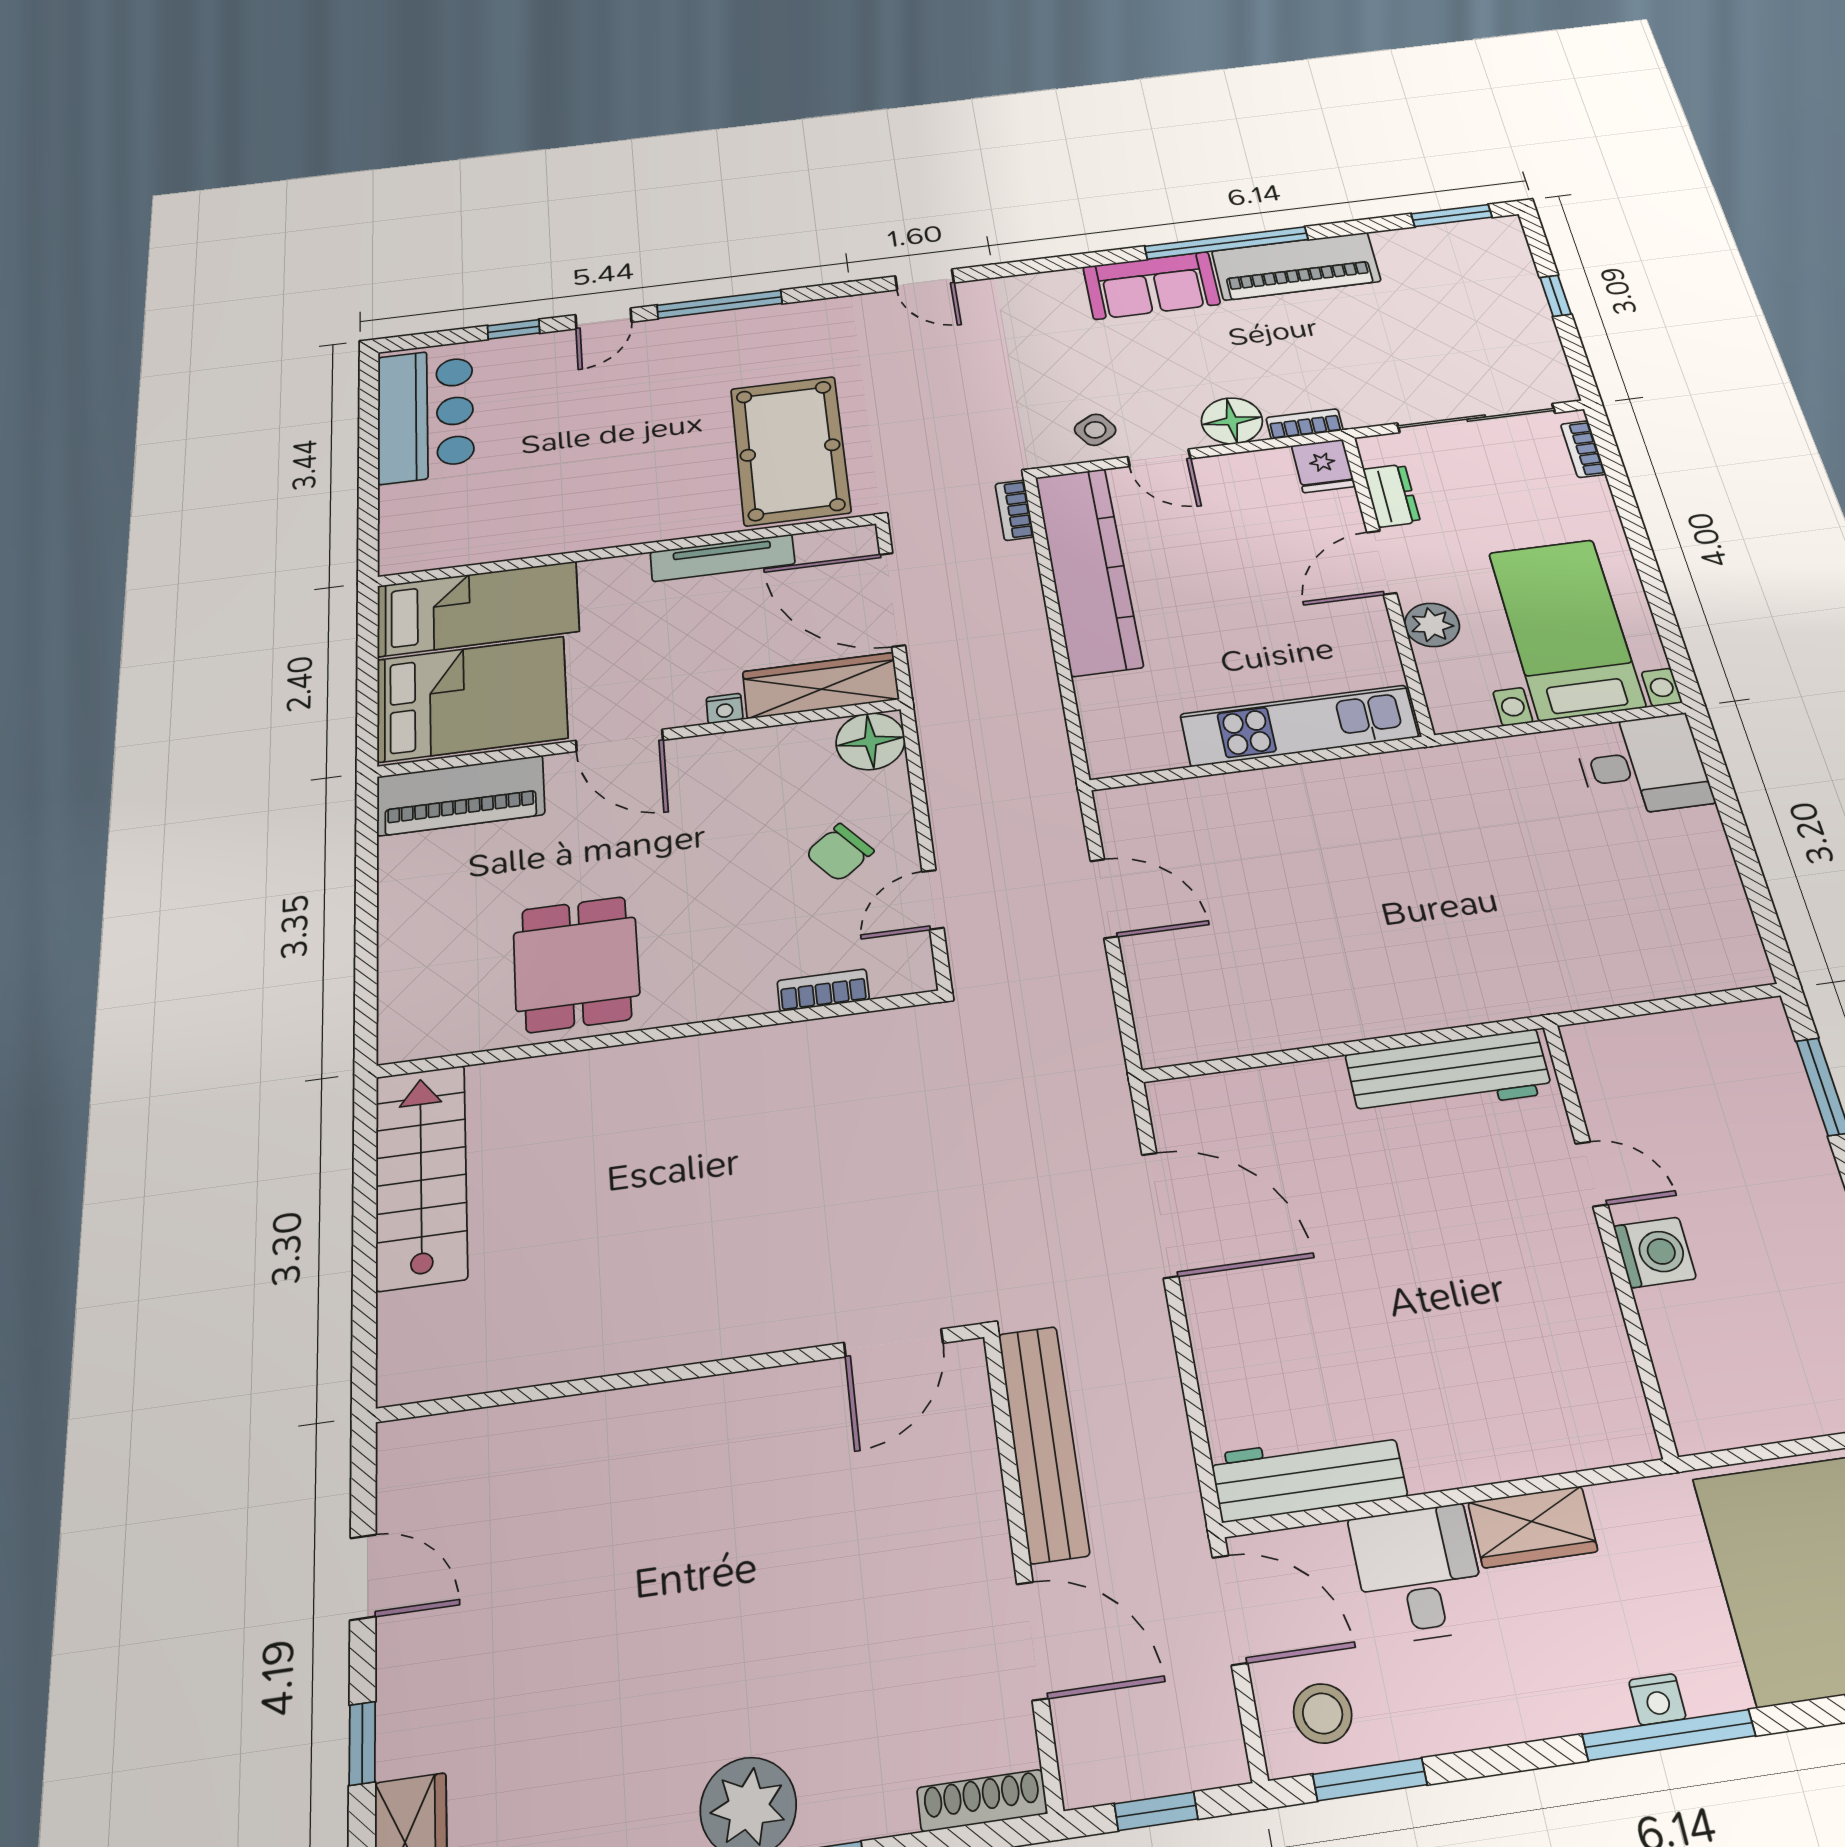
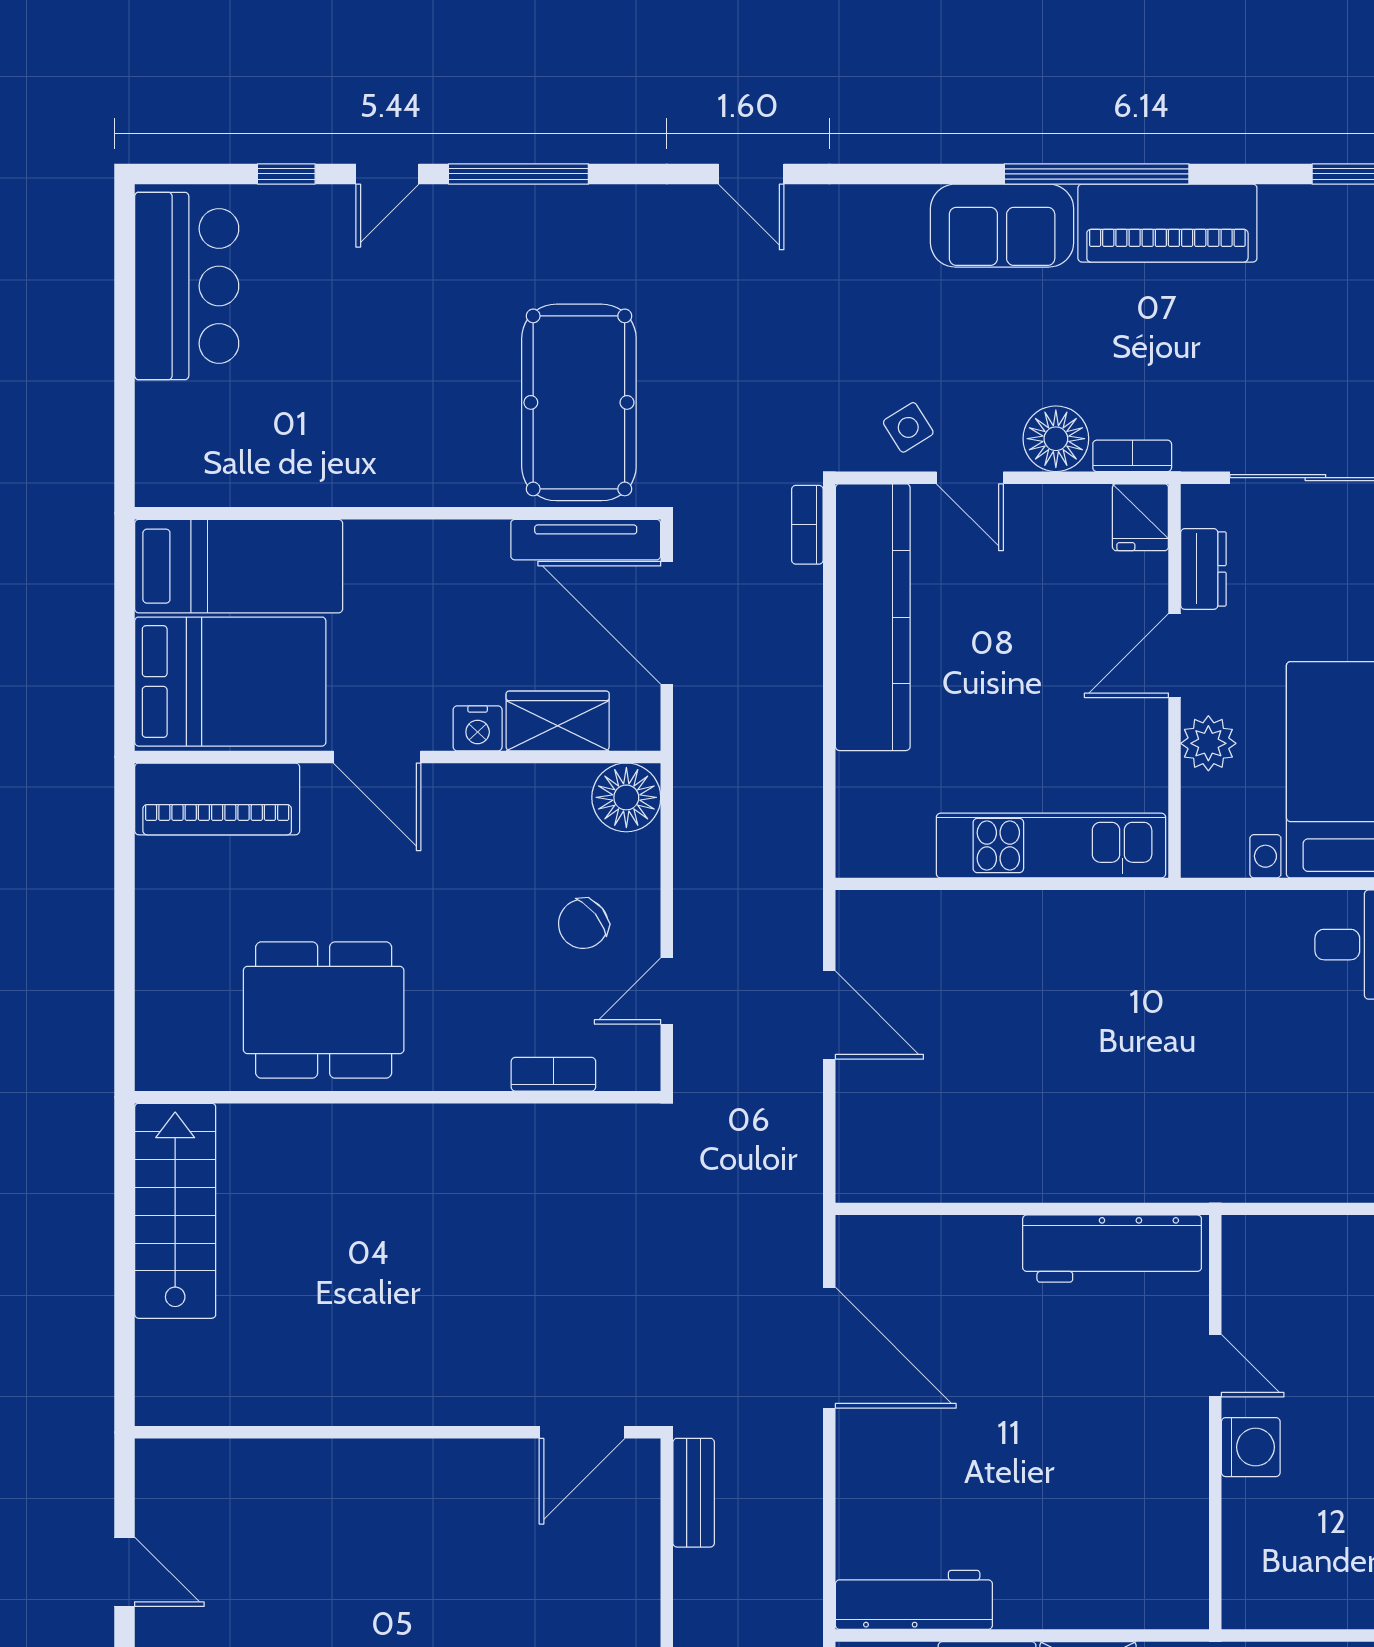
tv unit: (723, 558) -> (586, 540), moved
wardrobe: (821, 685) -> (558, 721), width x0.67
nightstand: (724, 708) -> (478, 728), width x1.39, depth x1.35
dining table: (576, 964) -> (324, 1010), width x1.38
bench: (1043, 1443) -> (694, 1493), width x0.54, depth x0.82

